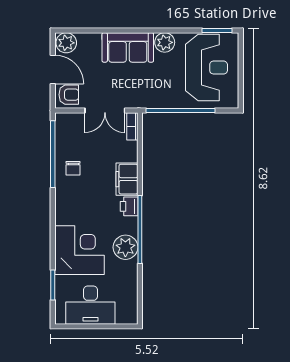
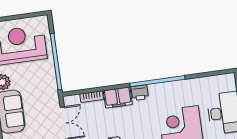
bookcase: (132, 126) -> (92, 97), moved
plant: (125, 247) -> (173, 91), removed

